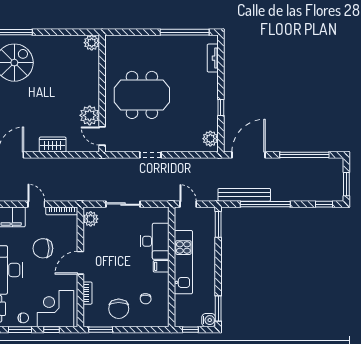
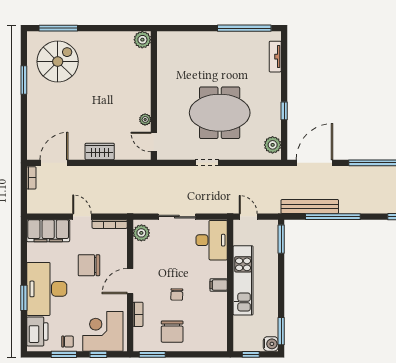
meeting table: (142, 95) -> (220, 113), moved
plant: (90, 115) -> (145, 119), width x0.53, depth x0.53
desk: (155, 241) -> (212, 240), moved
chair: (146, 299) -> (177, 294), moved

